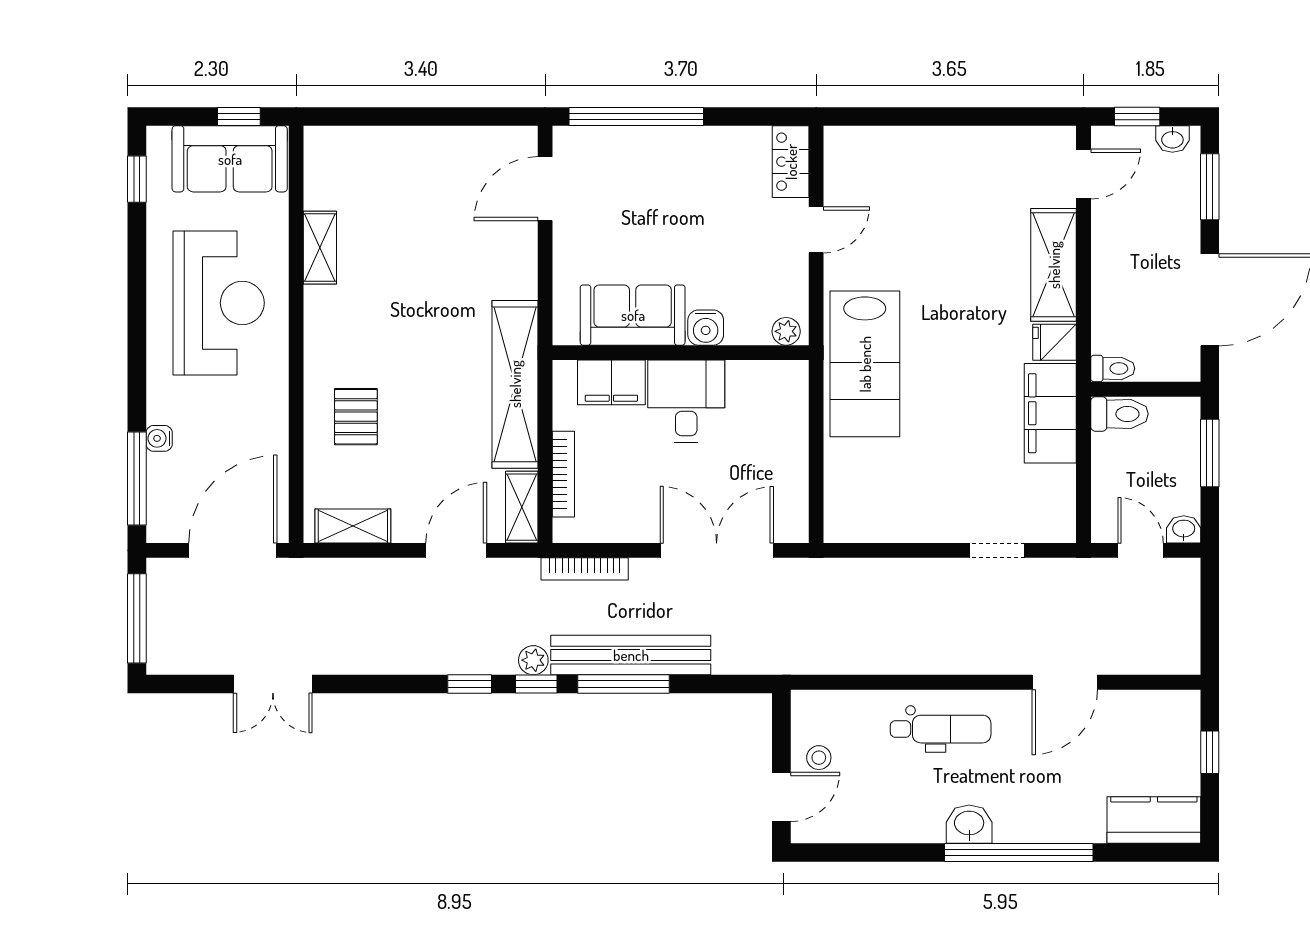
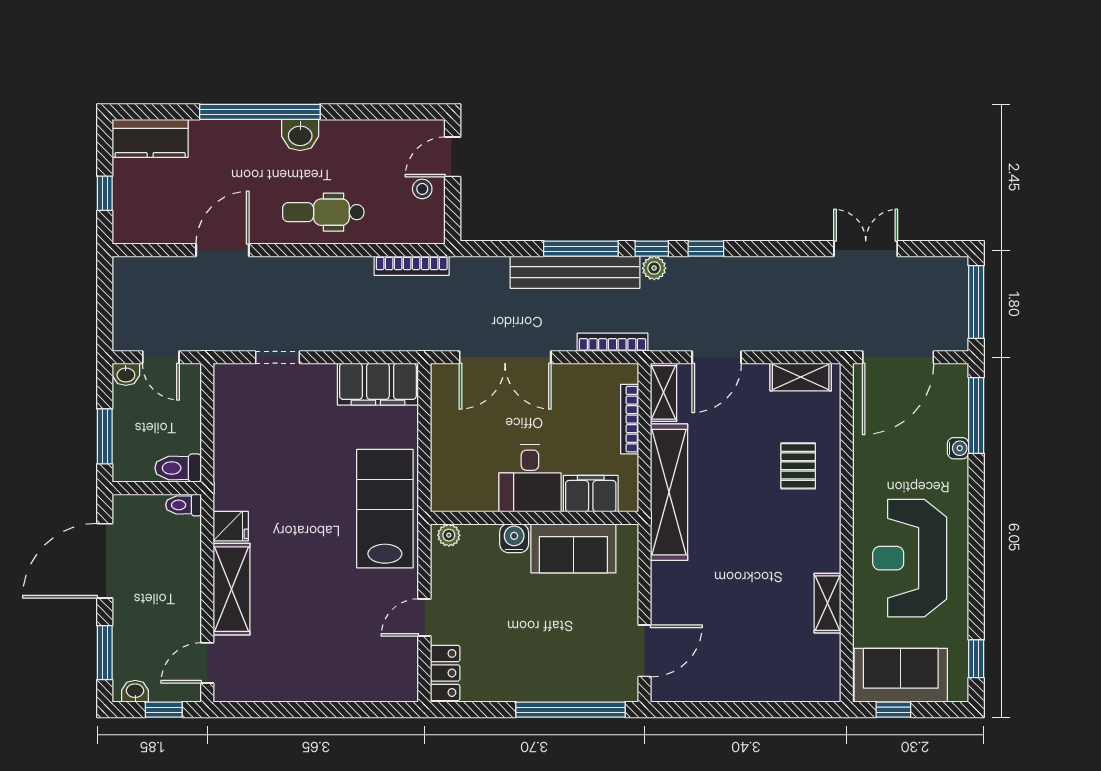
filing cabinet: (1050, 413) -> (378, 384), moved, turned 90
bookcase: (832, 663) -> (412, 266), added

